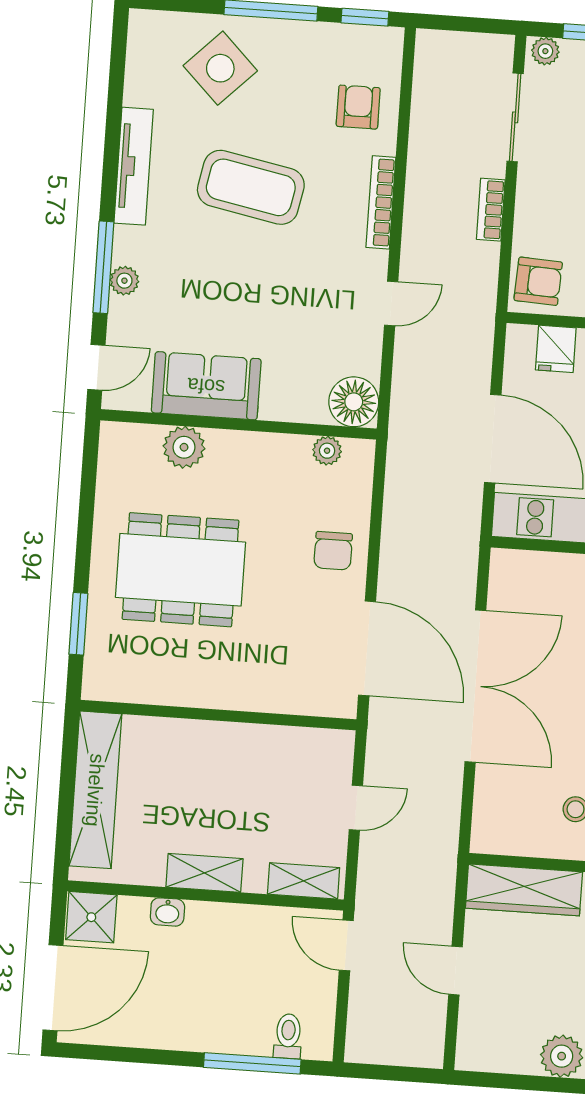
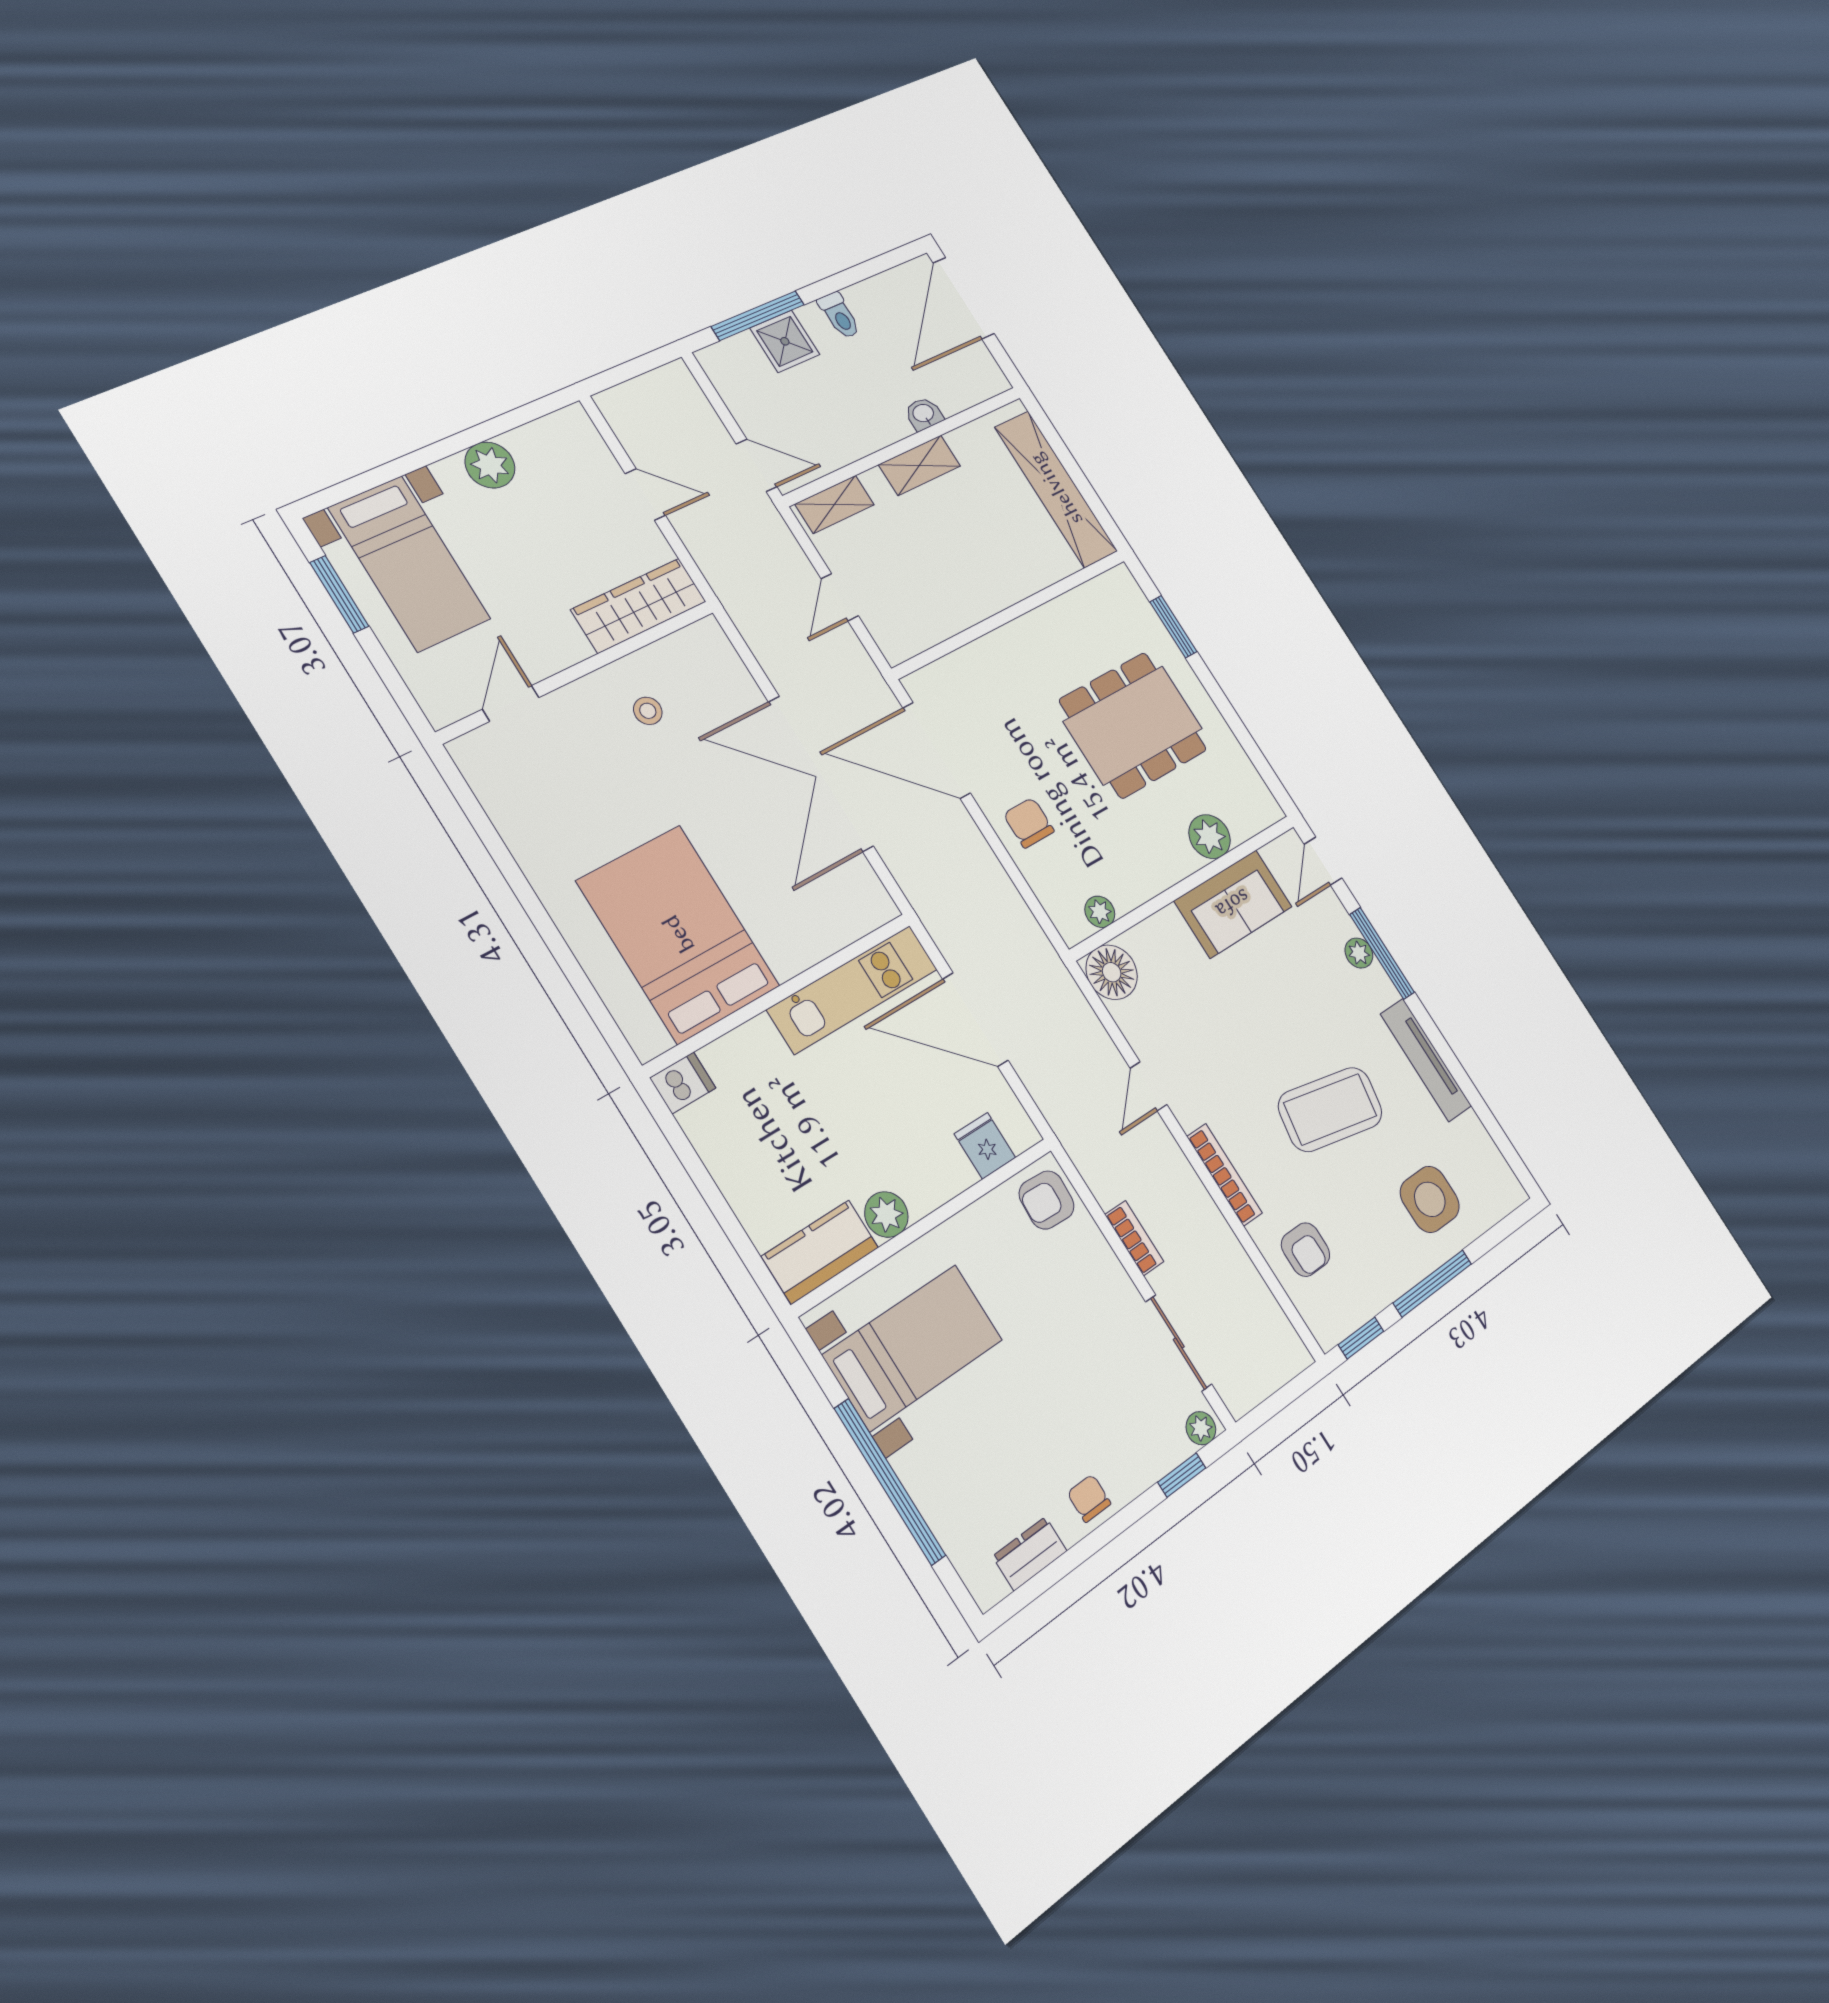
side table: (220, 68) -> (1430, 1199), turned 45
shower: (91, 917) -> (785, 341), moved
toilet: (288, 1036) -> (839, 315), moved

